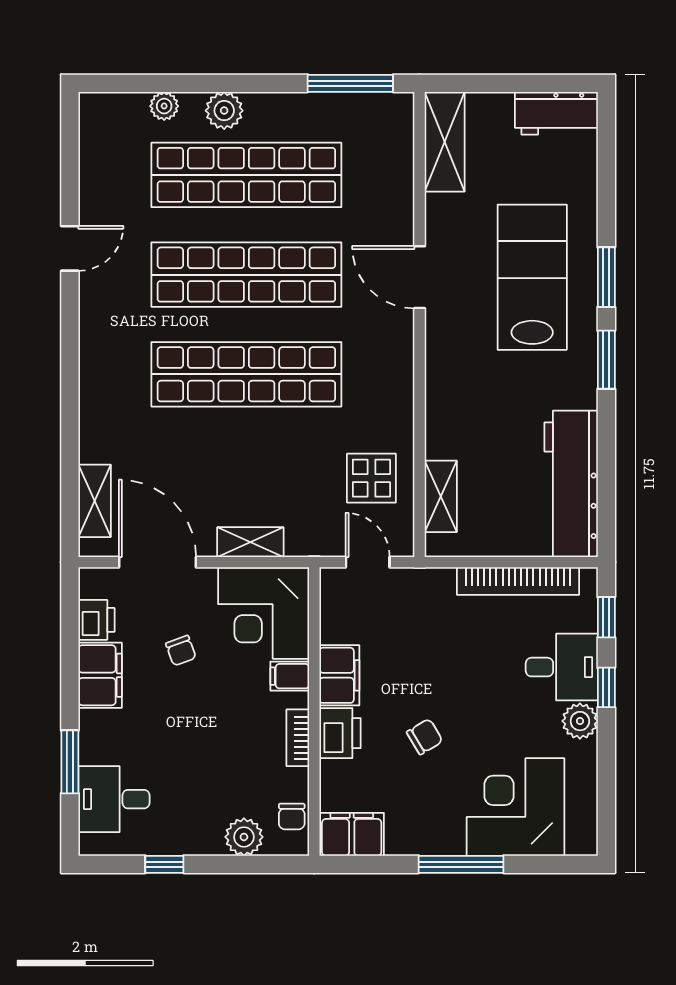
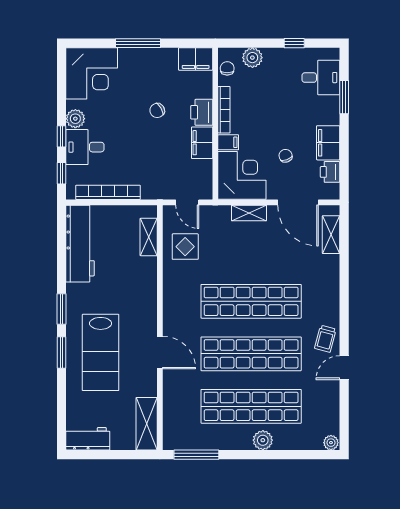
plant: (164, 106) -> (331, 443), moved
trolley: (105, 303) -> (325, 339), added
bookcase: (298, 738) -> (224, 110), width x1.56
corner desk: (516, 807) -> (92, 73), moved

